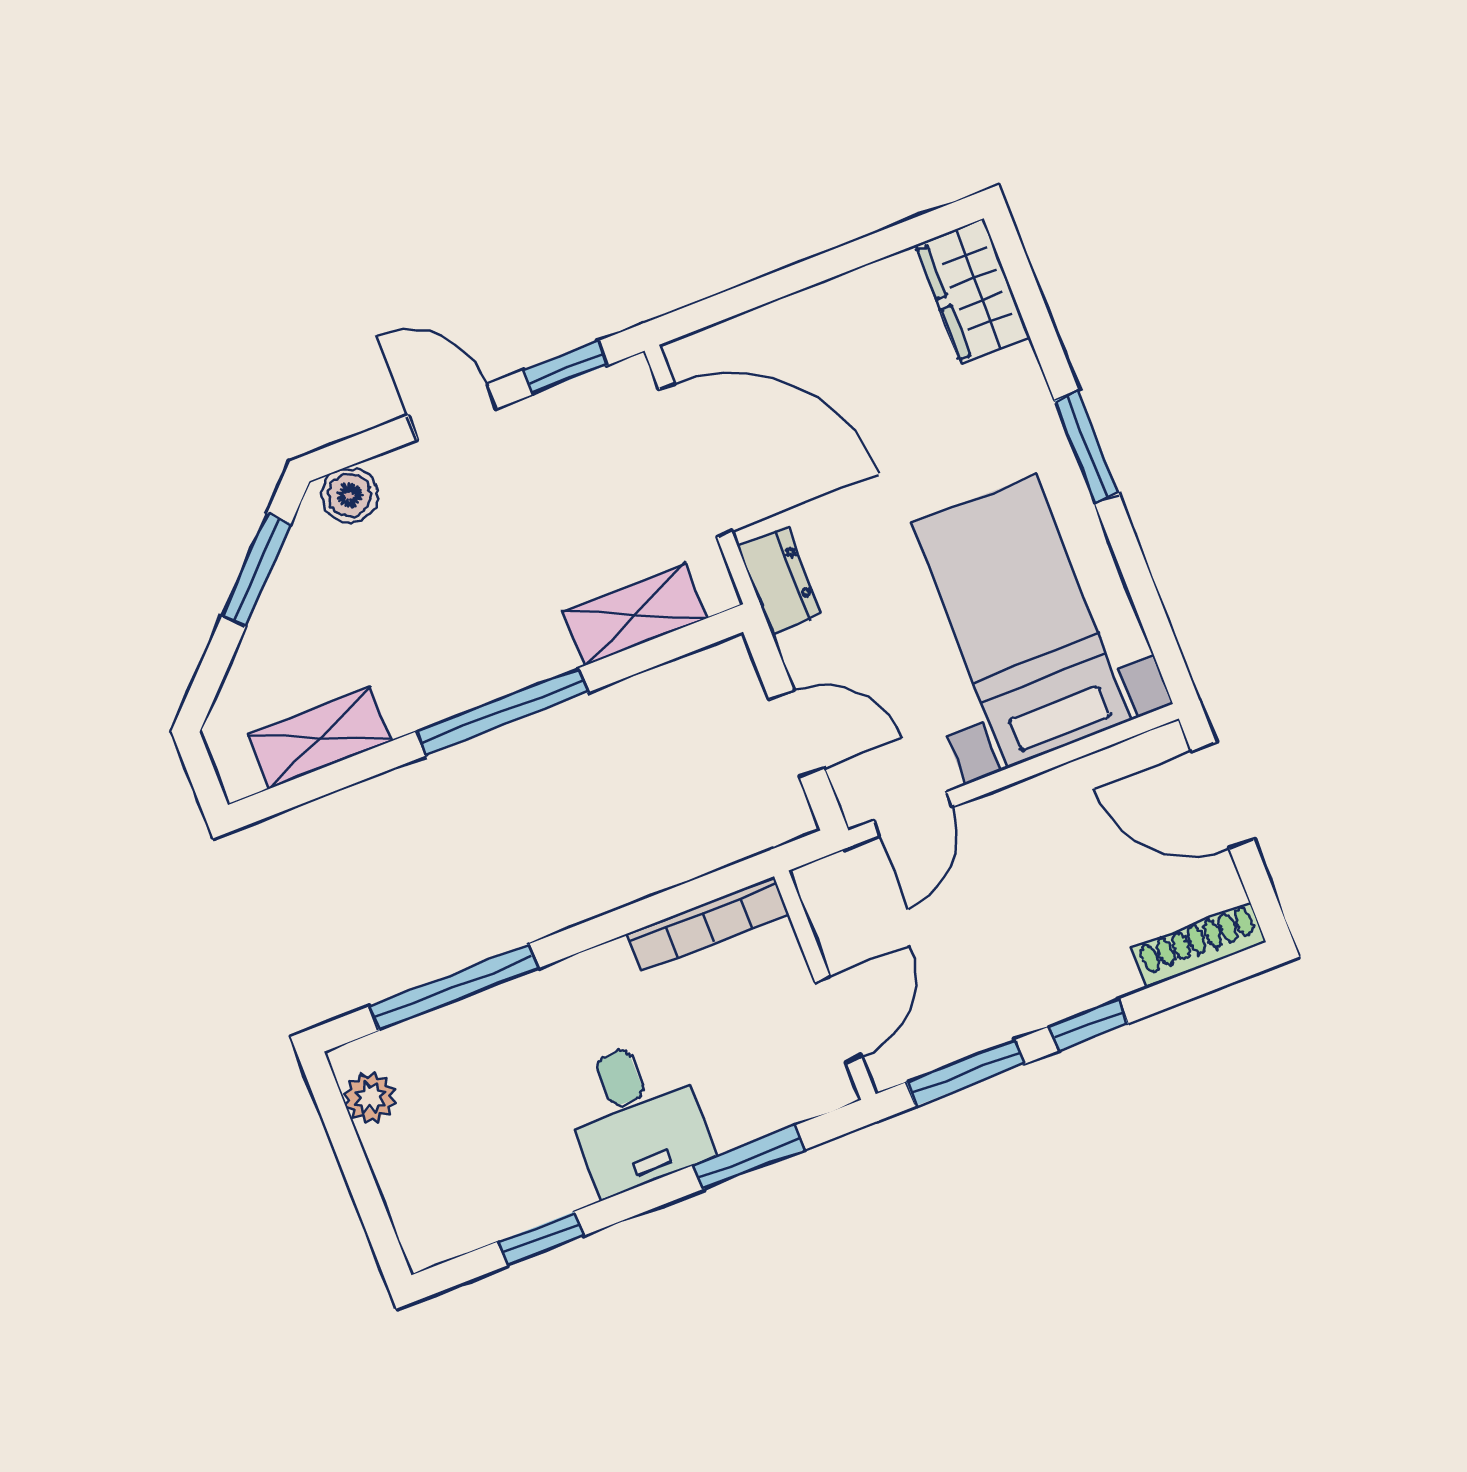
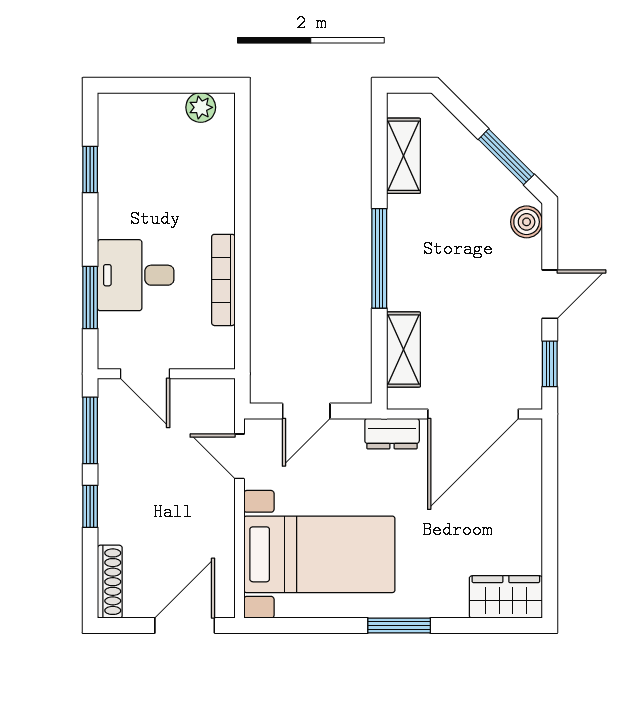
bookcase: (707, 924) -> (223, 280), moved
window: (454, 987) -> (242, 175), removed
desk: (635, 1116) -> (136, 275), moved

